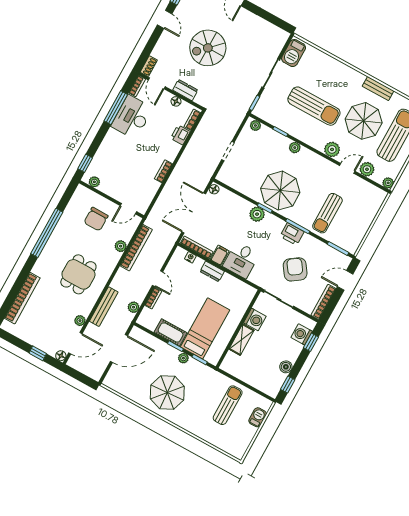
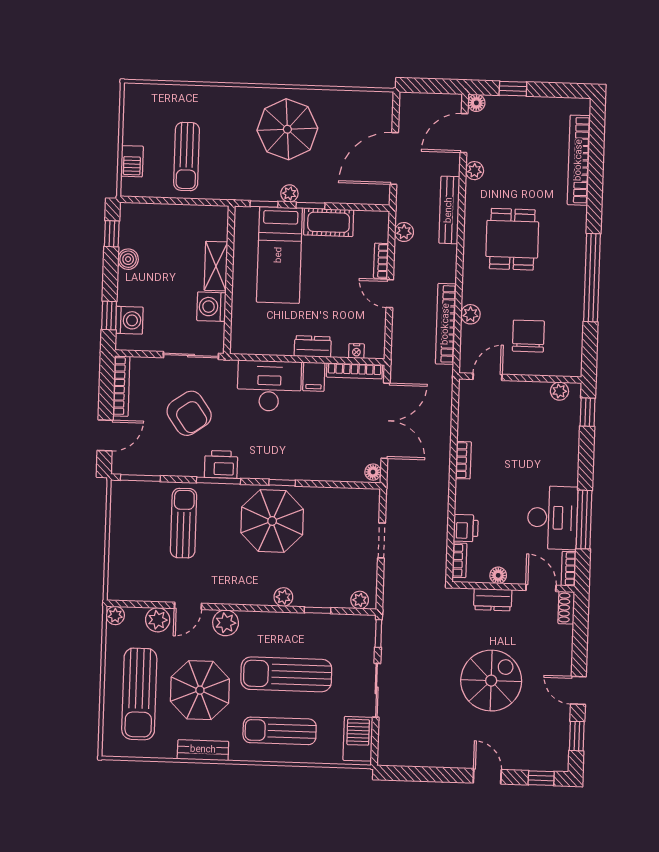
sun lounger: (333, 78) -> (280, 731), added
plant: (257, 214) -> (289, 468), removed
desk: (241, 260) -> (269, 386), width x1.37

